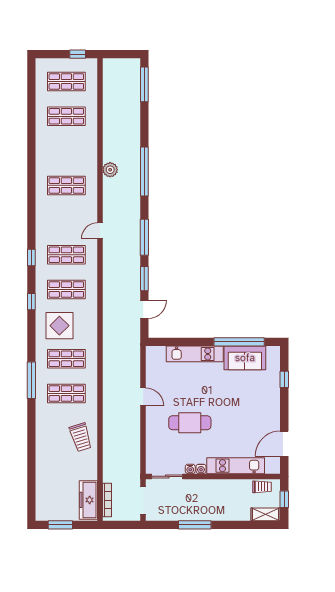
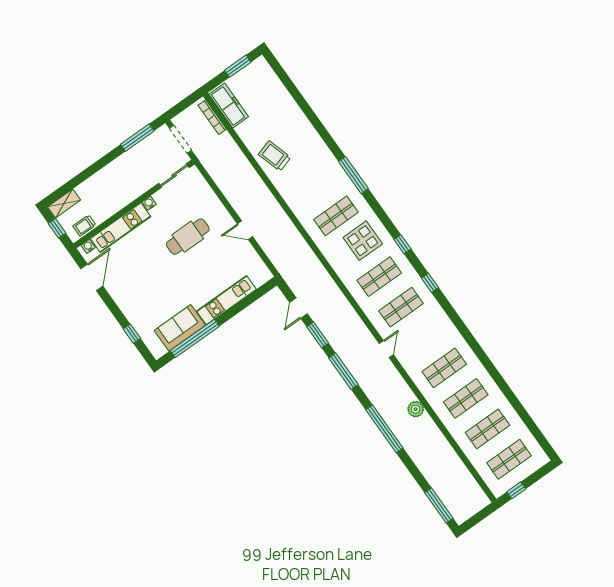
shop shelf: (66, 393) -> (466, 398), moved
water cooler: (190, 469) -> (88, 246), moved
window: (195, 525) -> (137, 138), moved

